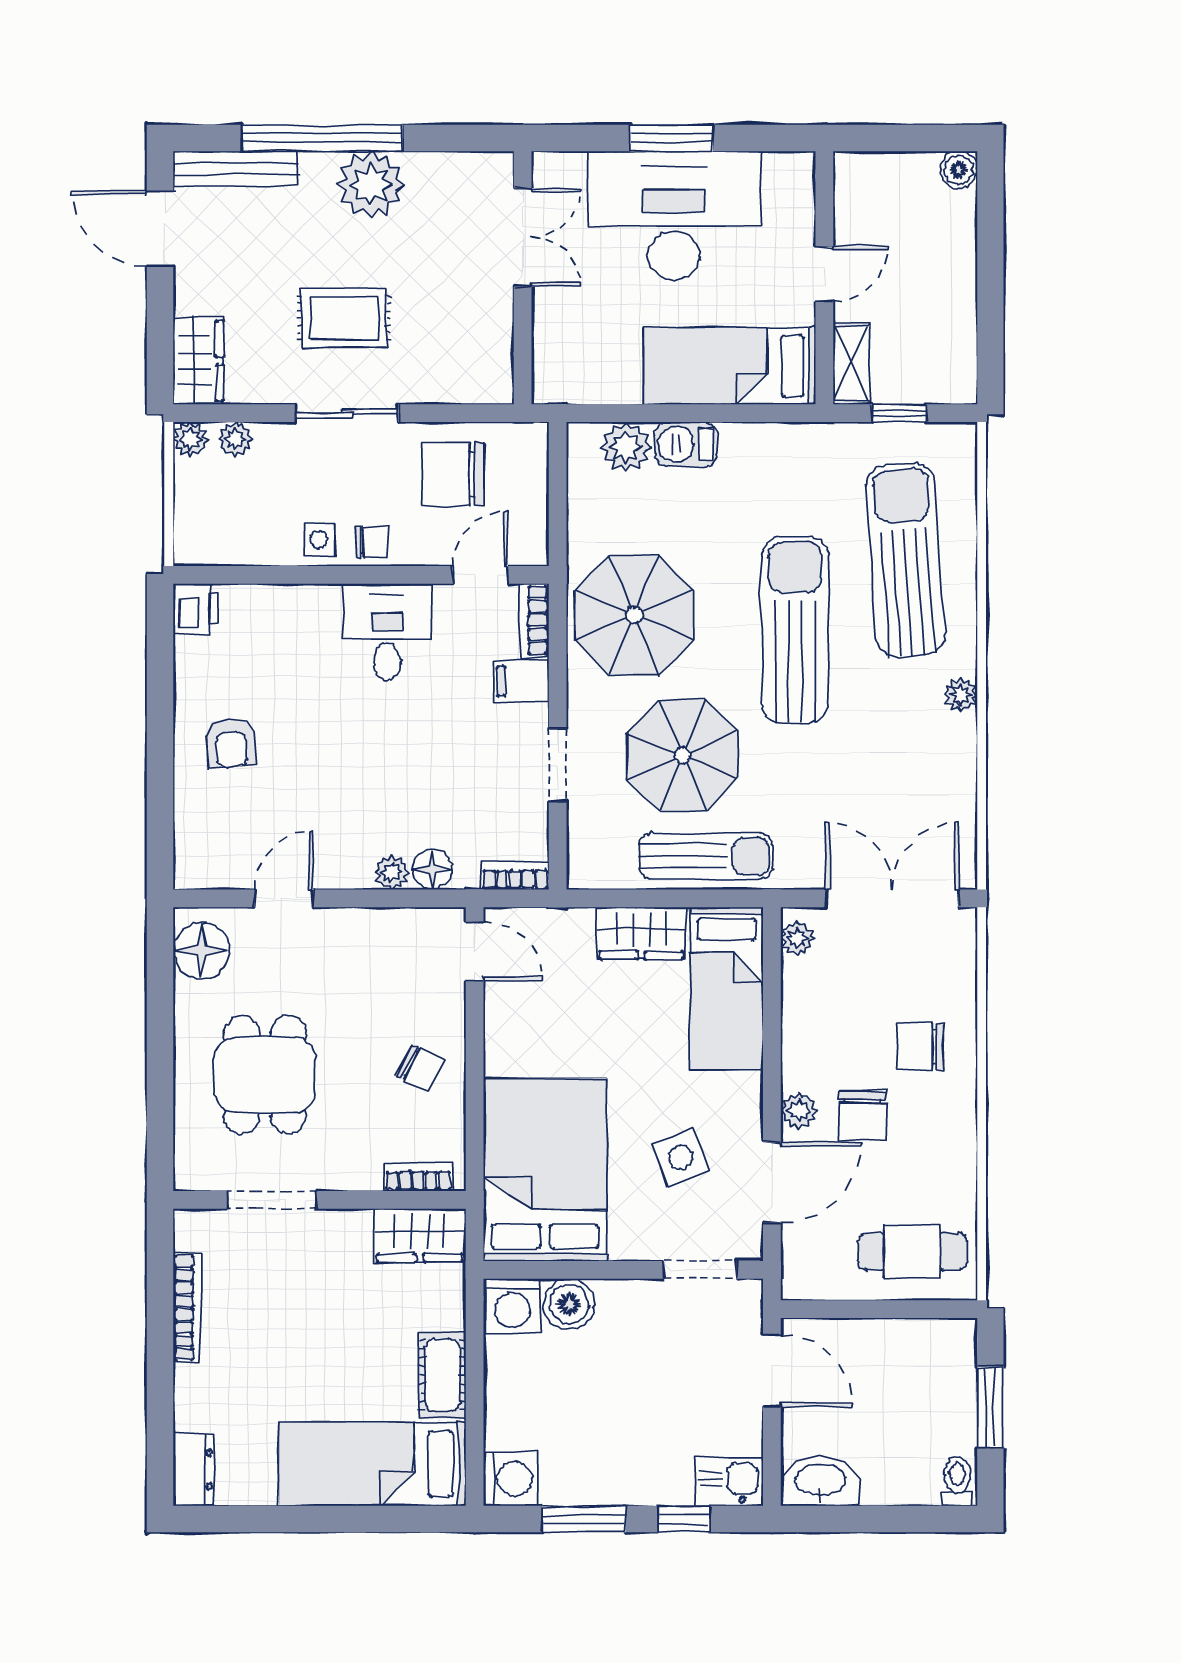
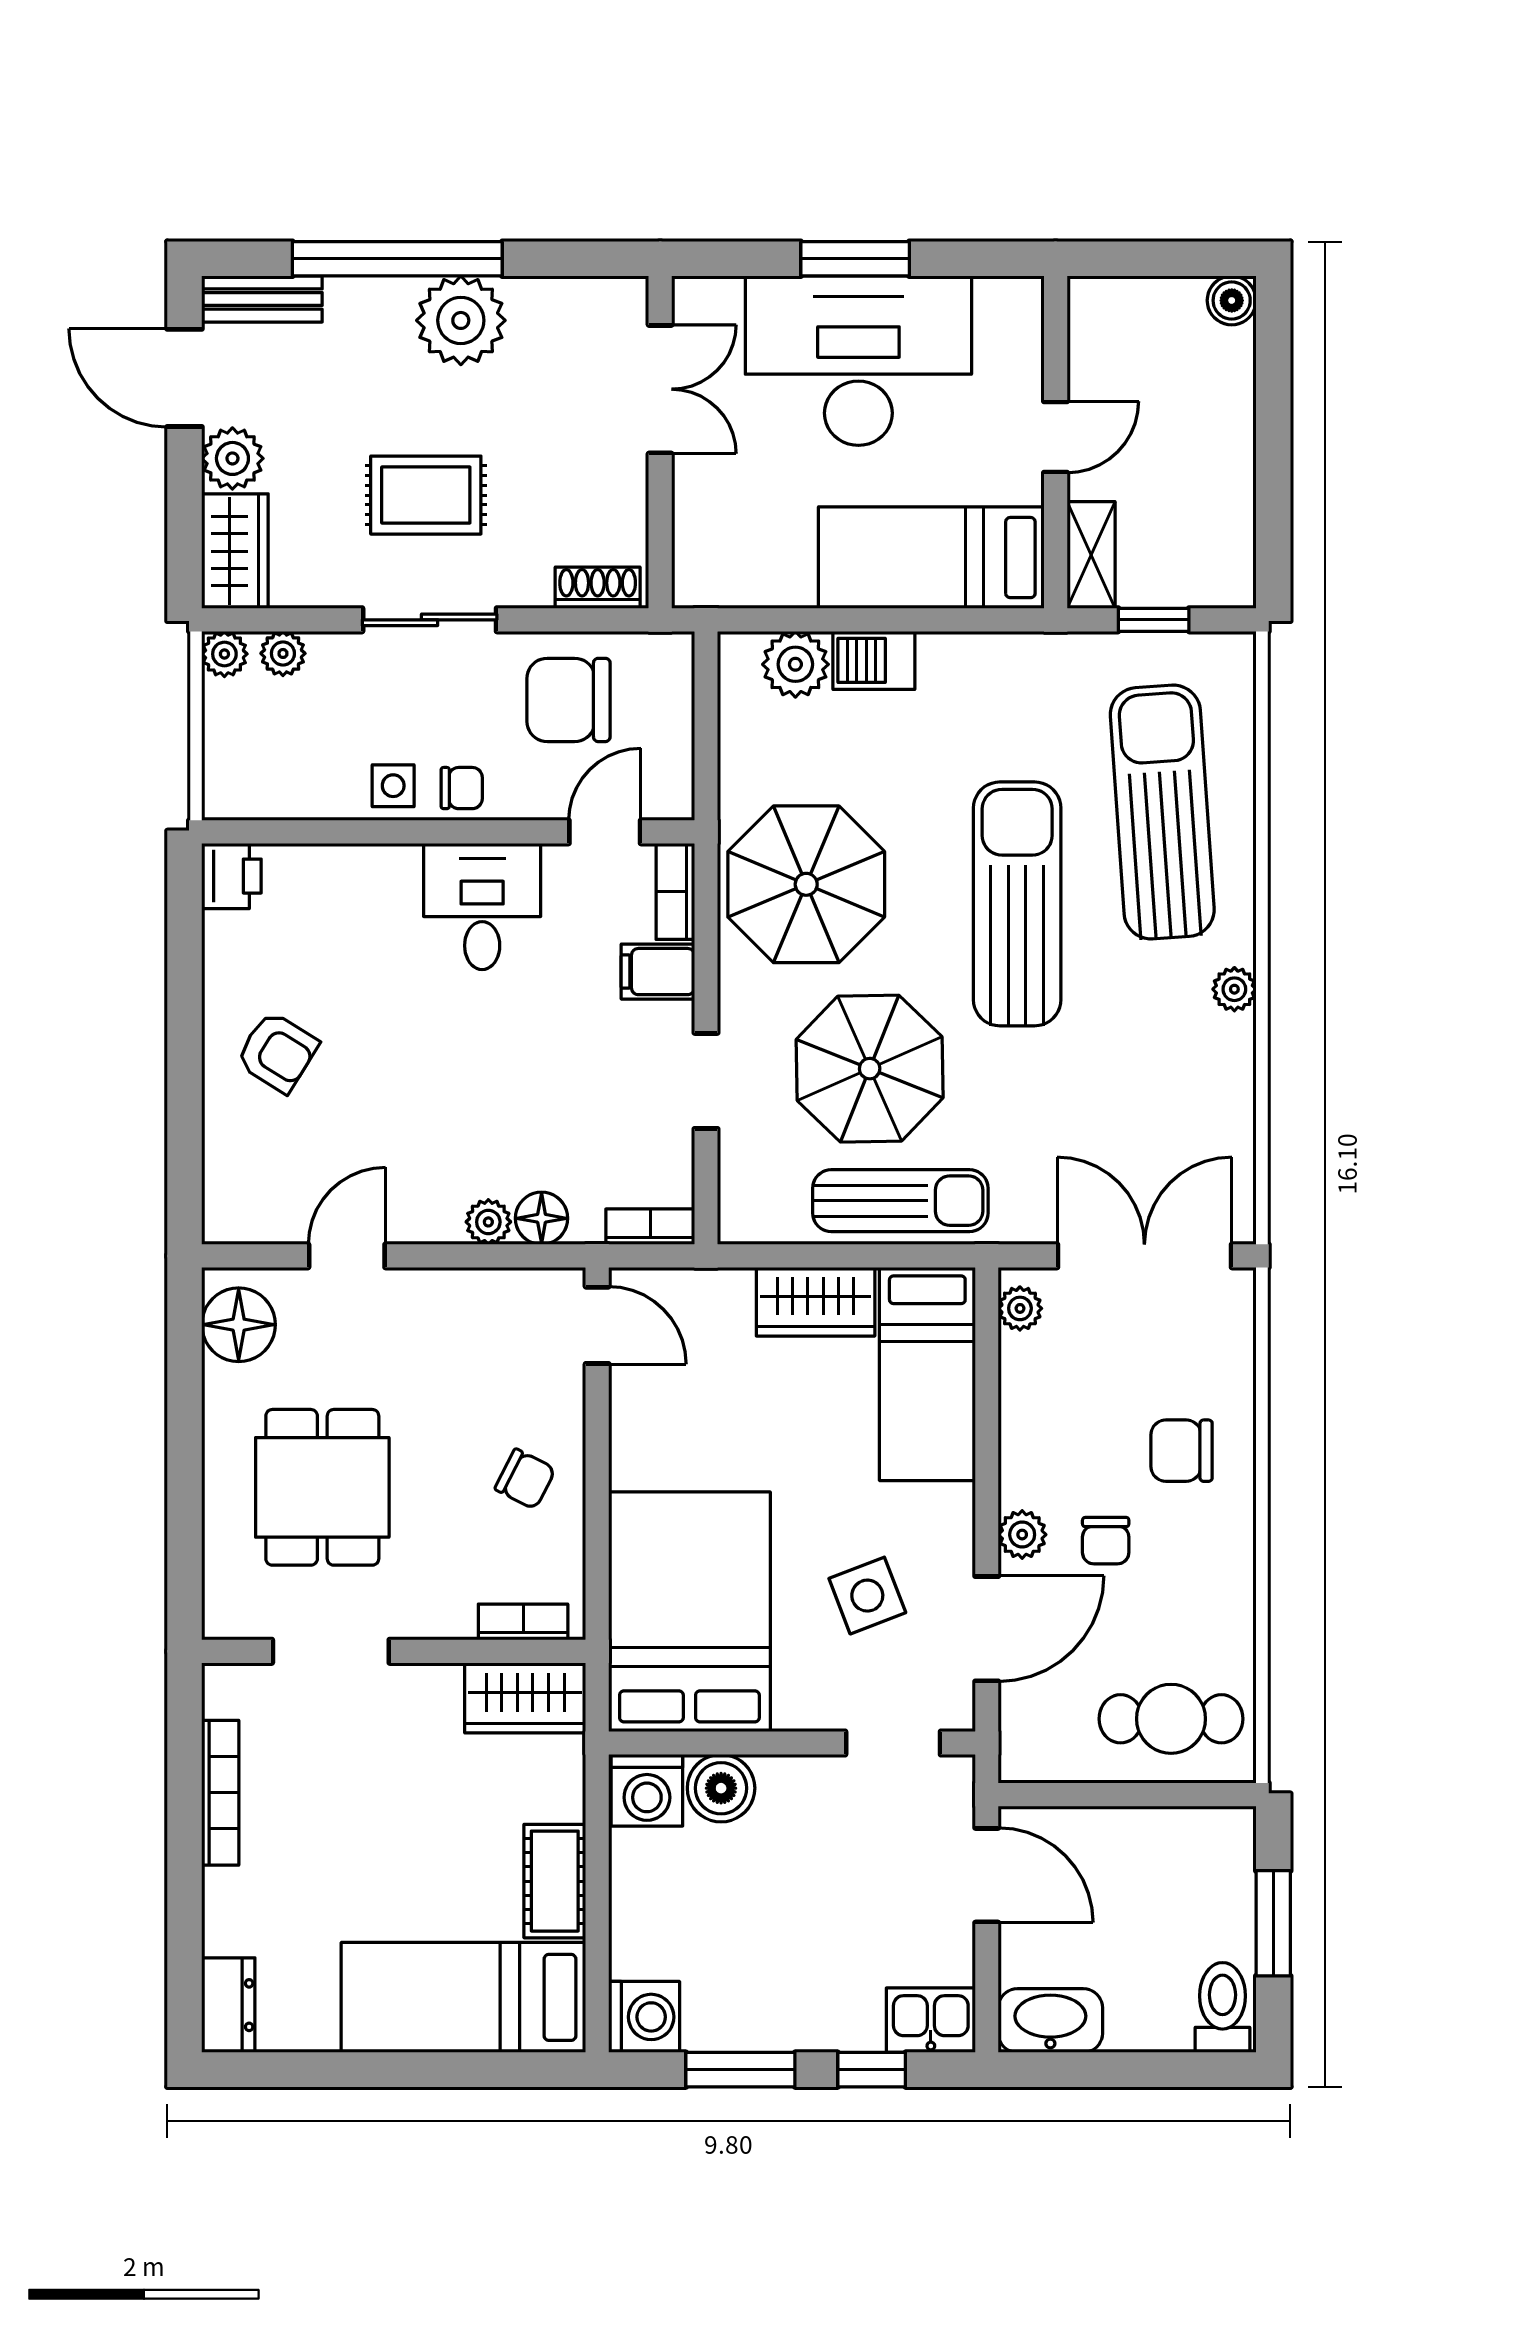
bench: (236, 169) -> (262, 299), width x0.73
plant: (197, 290) -> (232, 458), added
shoe rack: (475, 389) -> (598, 588), added
armchair: (231, 743) -> (277, 1052), turned -53
chair: (863, 1115) -> (1106, 1541), width x0.73, depth x0.73
toilet: (957, 1481) -> (1222, 2007), width x1.37, depth x1.39

